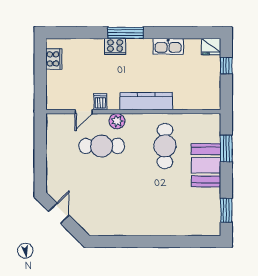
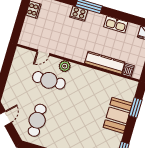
kitchen counter: (146, 101) -> (105, 63), moved
dishwasher: (100, 102) -> (128, 70), moved
cafe table: (165, 146) -> (37, 120), moved

